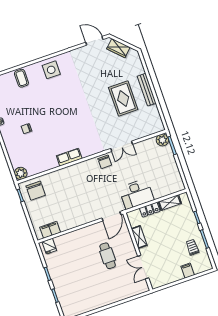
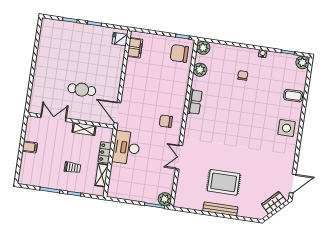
chair: (105, 162) -> (166, 121), moved
plant: (40, 167) -> (200, 70), added
trolley: (192, 247) -> (72, 167), moved
filing cabinet: (188, 271) -> (30, 147), moved

